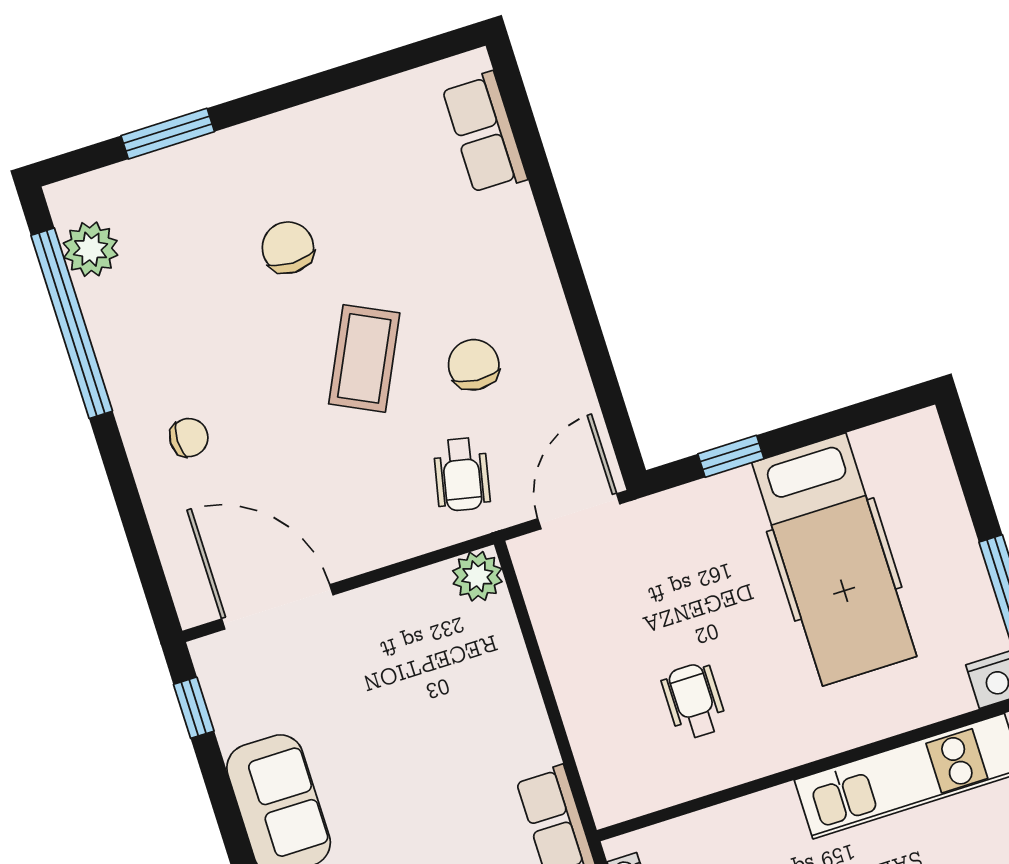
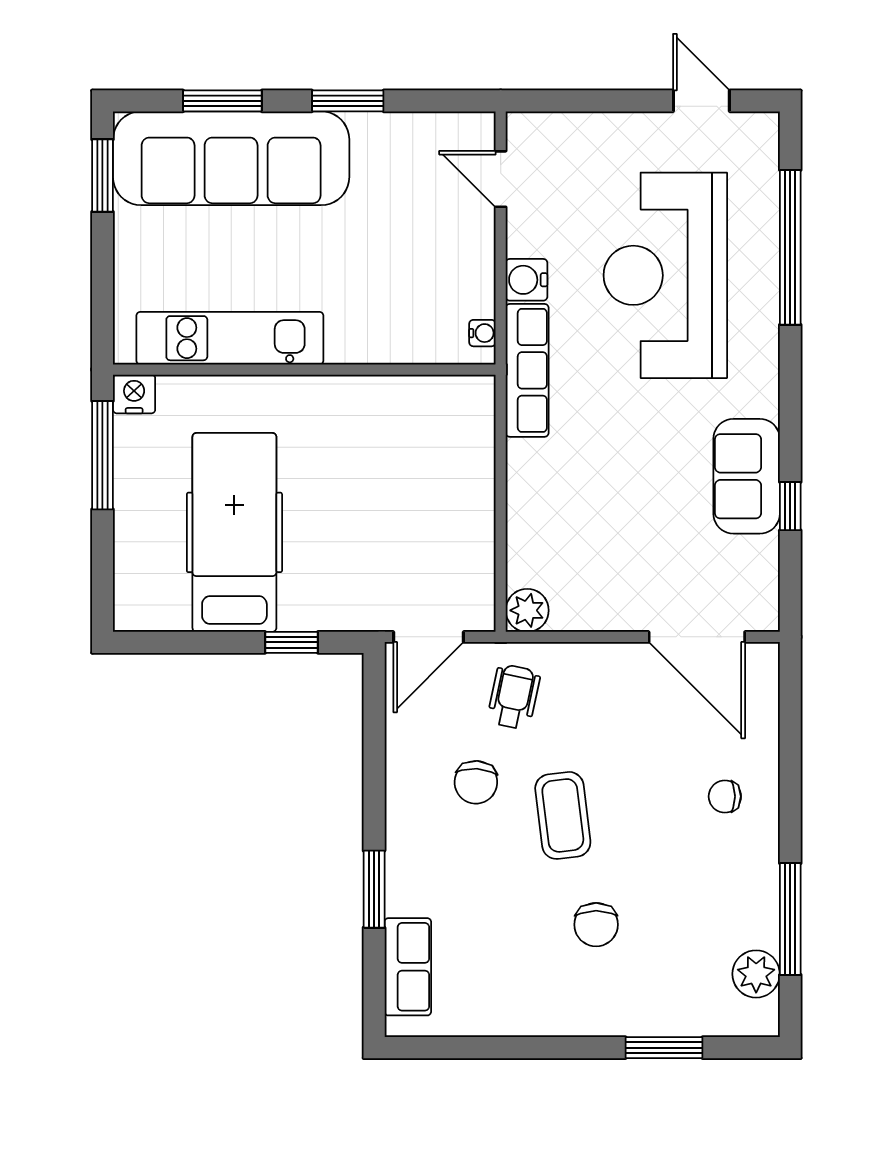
window: (550, 208) -> (374, 889), added
window: (72, 323) -> (790, 919), width x0.68
coffee table: (364, 358) -> (563, 815), turned -33
wheelchair: (694, 701) -> (384, 454), removed
window: (194, 708) -> (790, 506), moved

